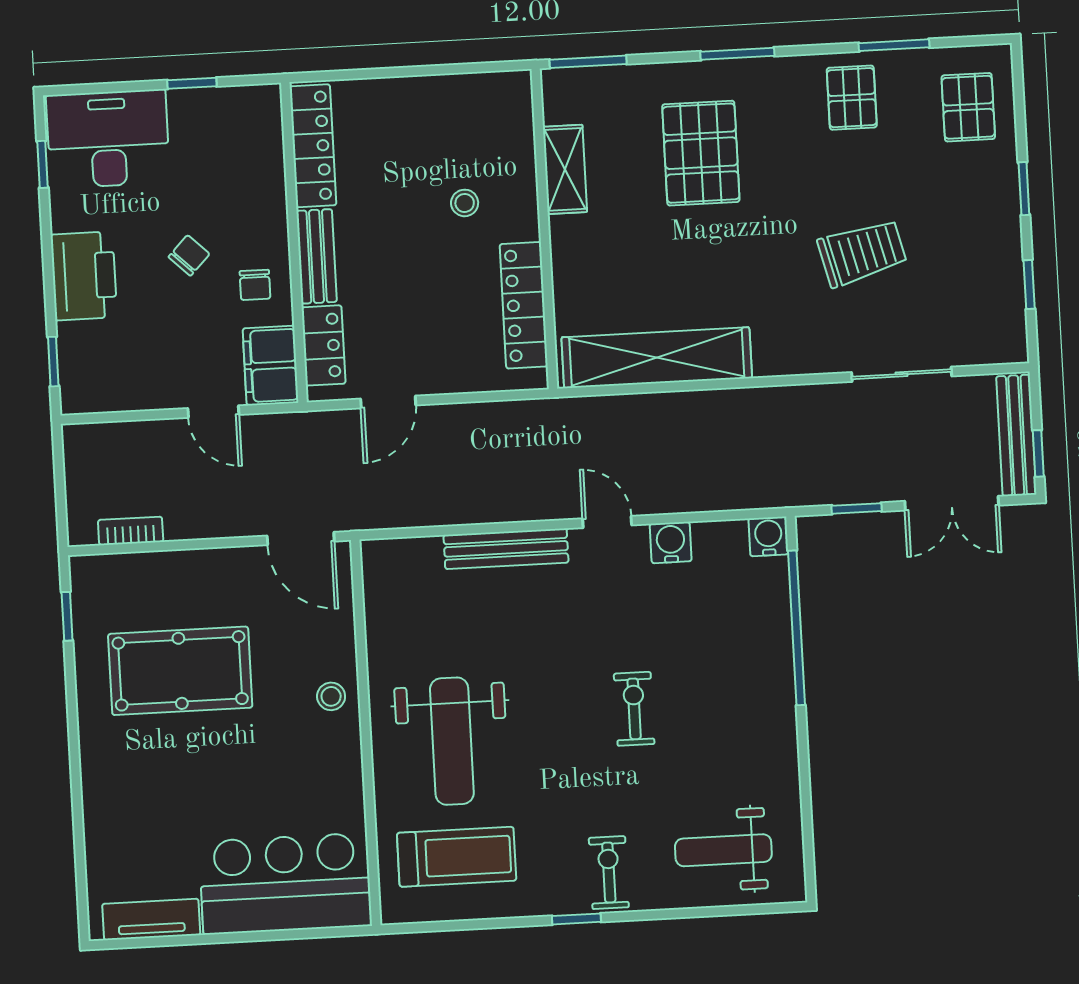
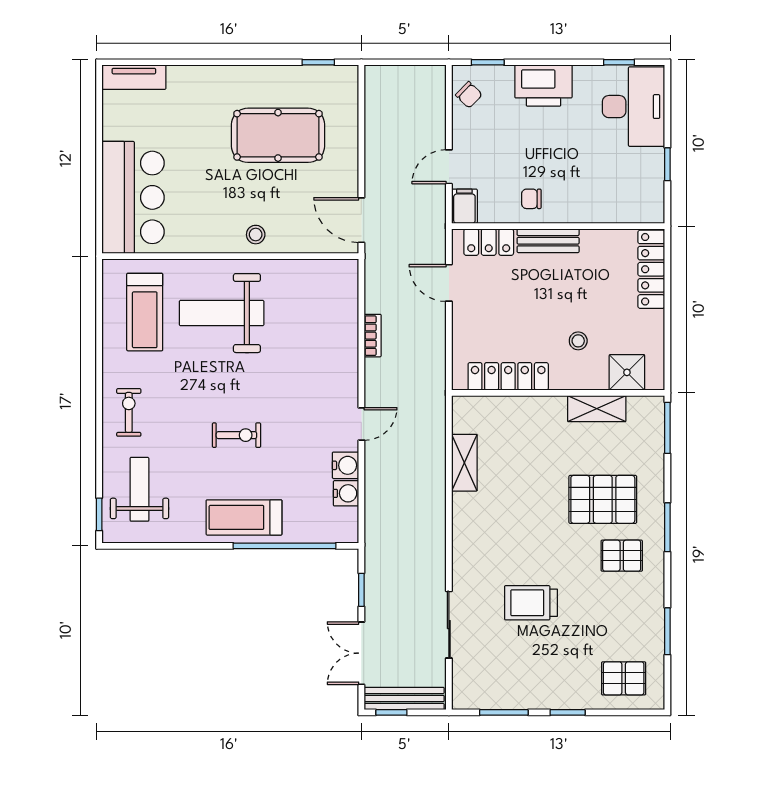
pallet: (852, 98) -> (622, 556), moved
shower: (508, 127) -> (627, 372), added
locker: (313, 146) -> (651, 269), moved, turned 90
trolley: (862, 253) -> (531, 603), turned 104
chair: (189, 255) -> (469, 95), moved
window: (1029, 285) -> (504, 712), width x1.50
shelving: (657, 358) -> (464, 463), width x0.45, depth x0.75
filing cabinet: (271, 366) -> (464, 206), width x0.50
bookcase: (131, 531) -> (373, 336), moved
water cooler: (768, 536) -> (346, 493), moved
door: (301, 539) -> (361, 220), hinge flipped
bench: (506, 549) -> (347, 356), removed
pool table: (180, 671) -> (278, 135), turned 90
treadmill: (757, 691) -> (244, 517), added
exercise bike: (609, 873) -> (129, 412), turned -90
tv unit: (151, 919) -> (134, 77), moved, turned 90
window: (576, 919) -> (99, 514), moved

